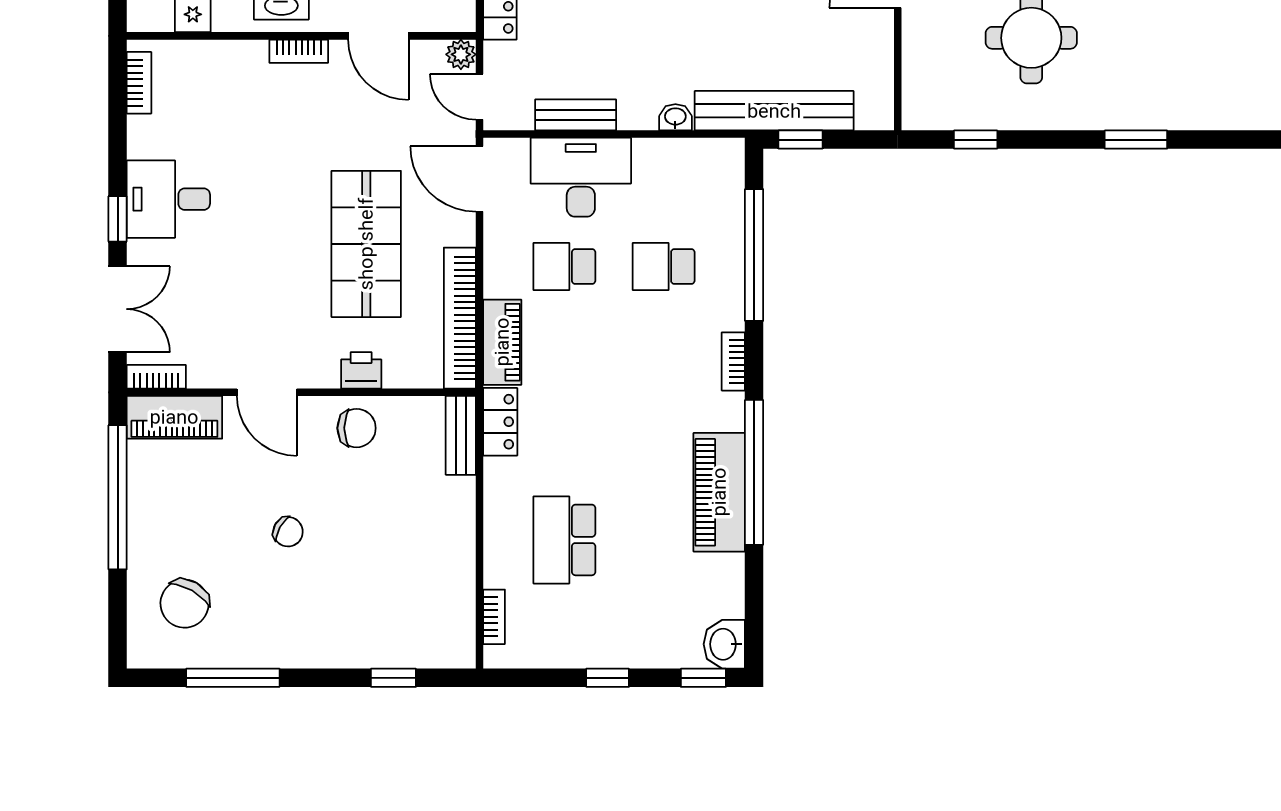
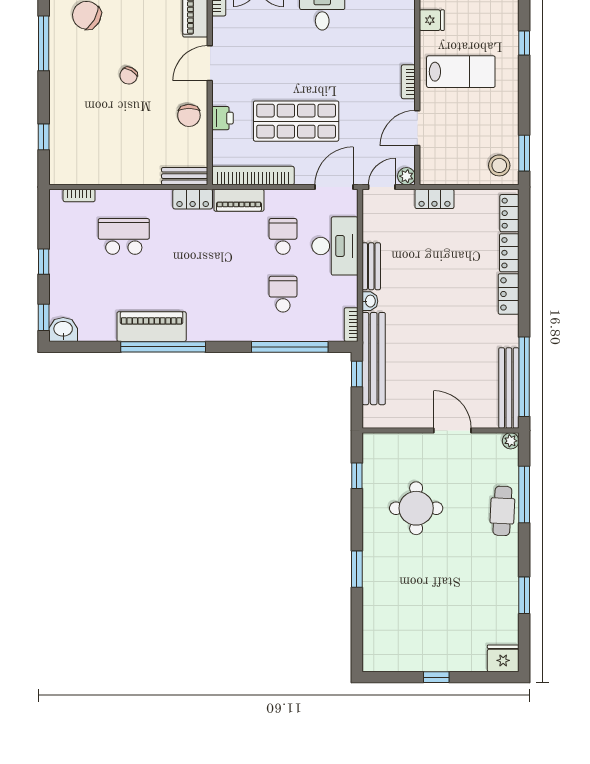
bench: (576, 115) -> (371, 266), moved
bookcase: (733, 361) -> (351, 325), moved, turned -90

